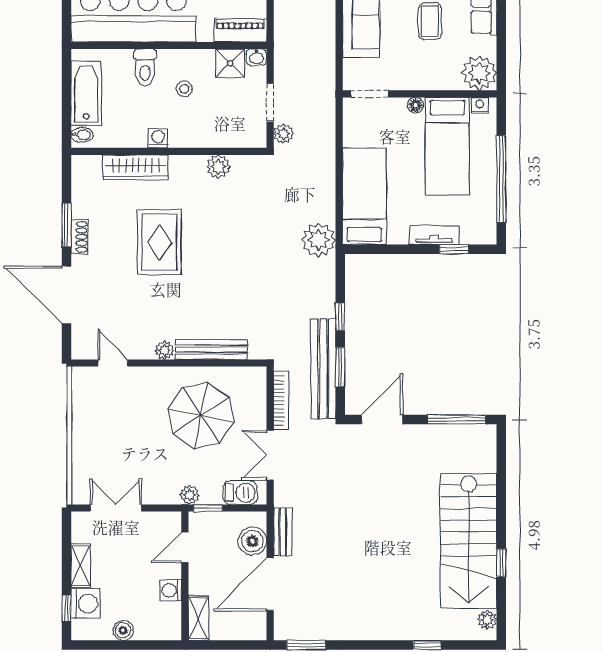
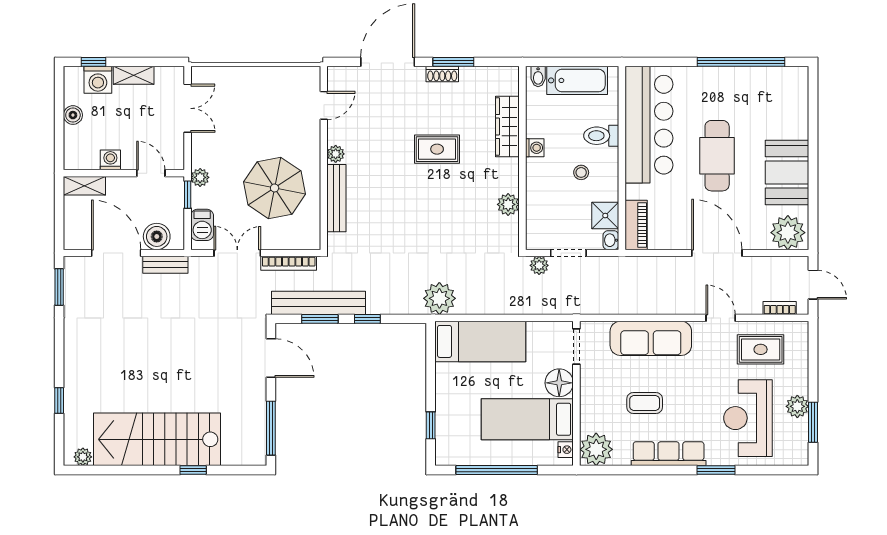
floor lamp: (415, 105) -> (559, 383), width x1.89, depth x1.89
tv unit: (434, 235) -> (444, 407), removed
rug: (159, 242) -> (437, 149), width x0.73, depth x0.70
window: (501, 563) -> (193, 470), moved

